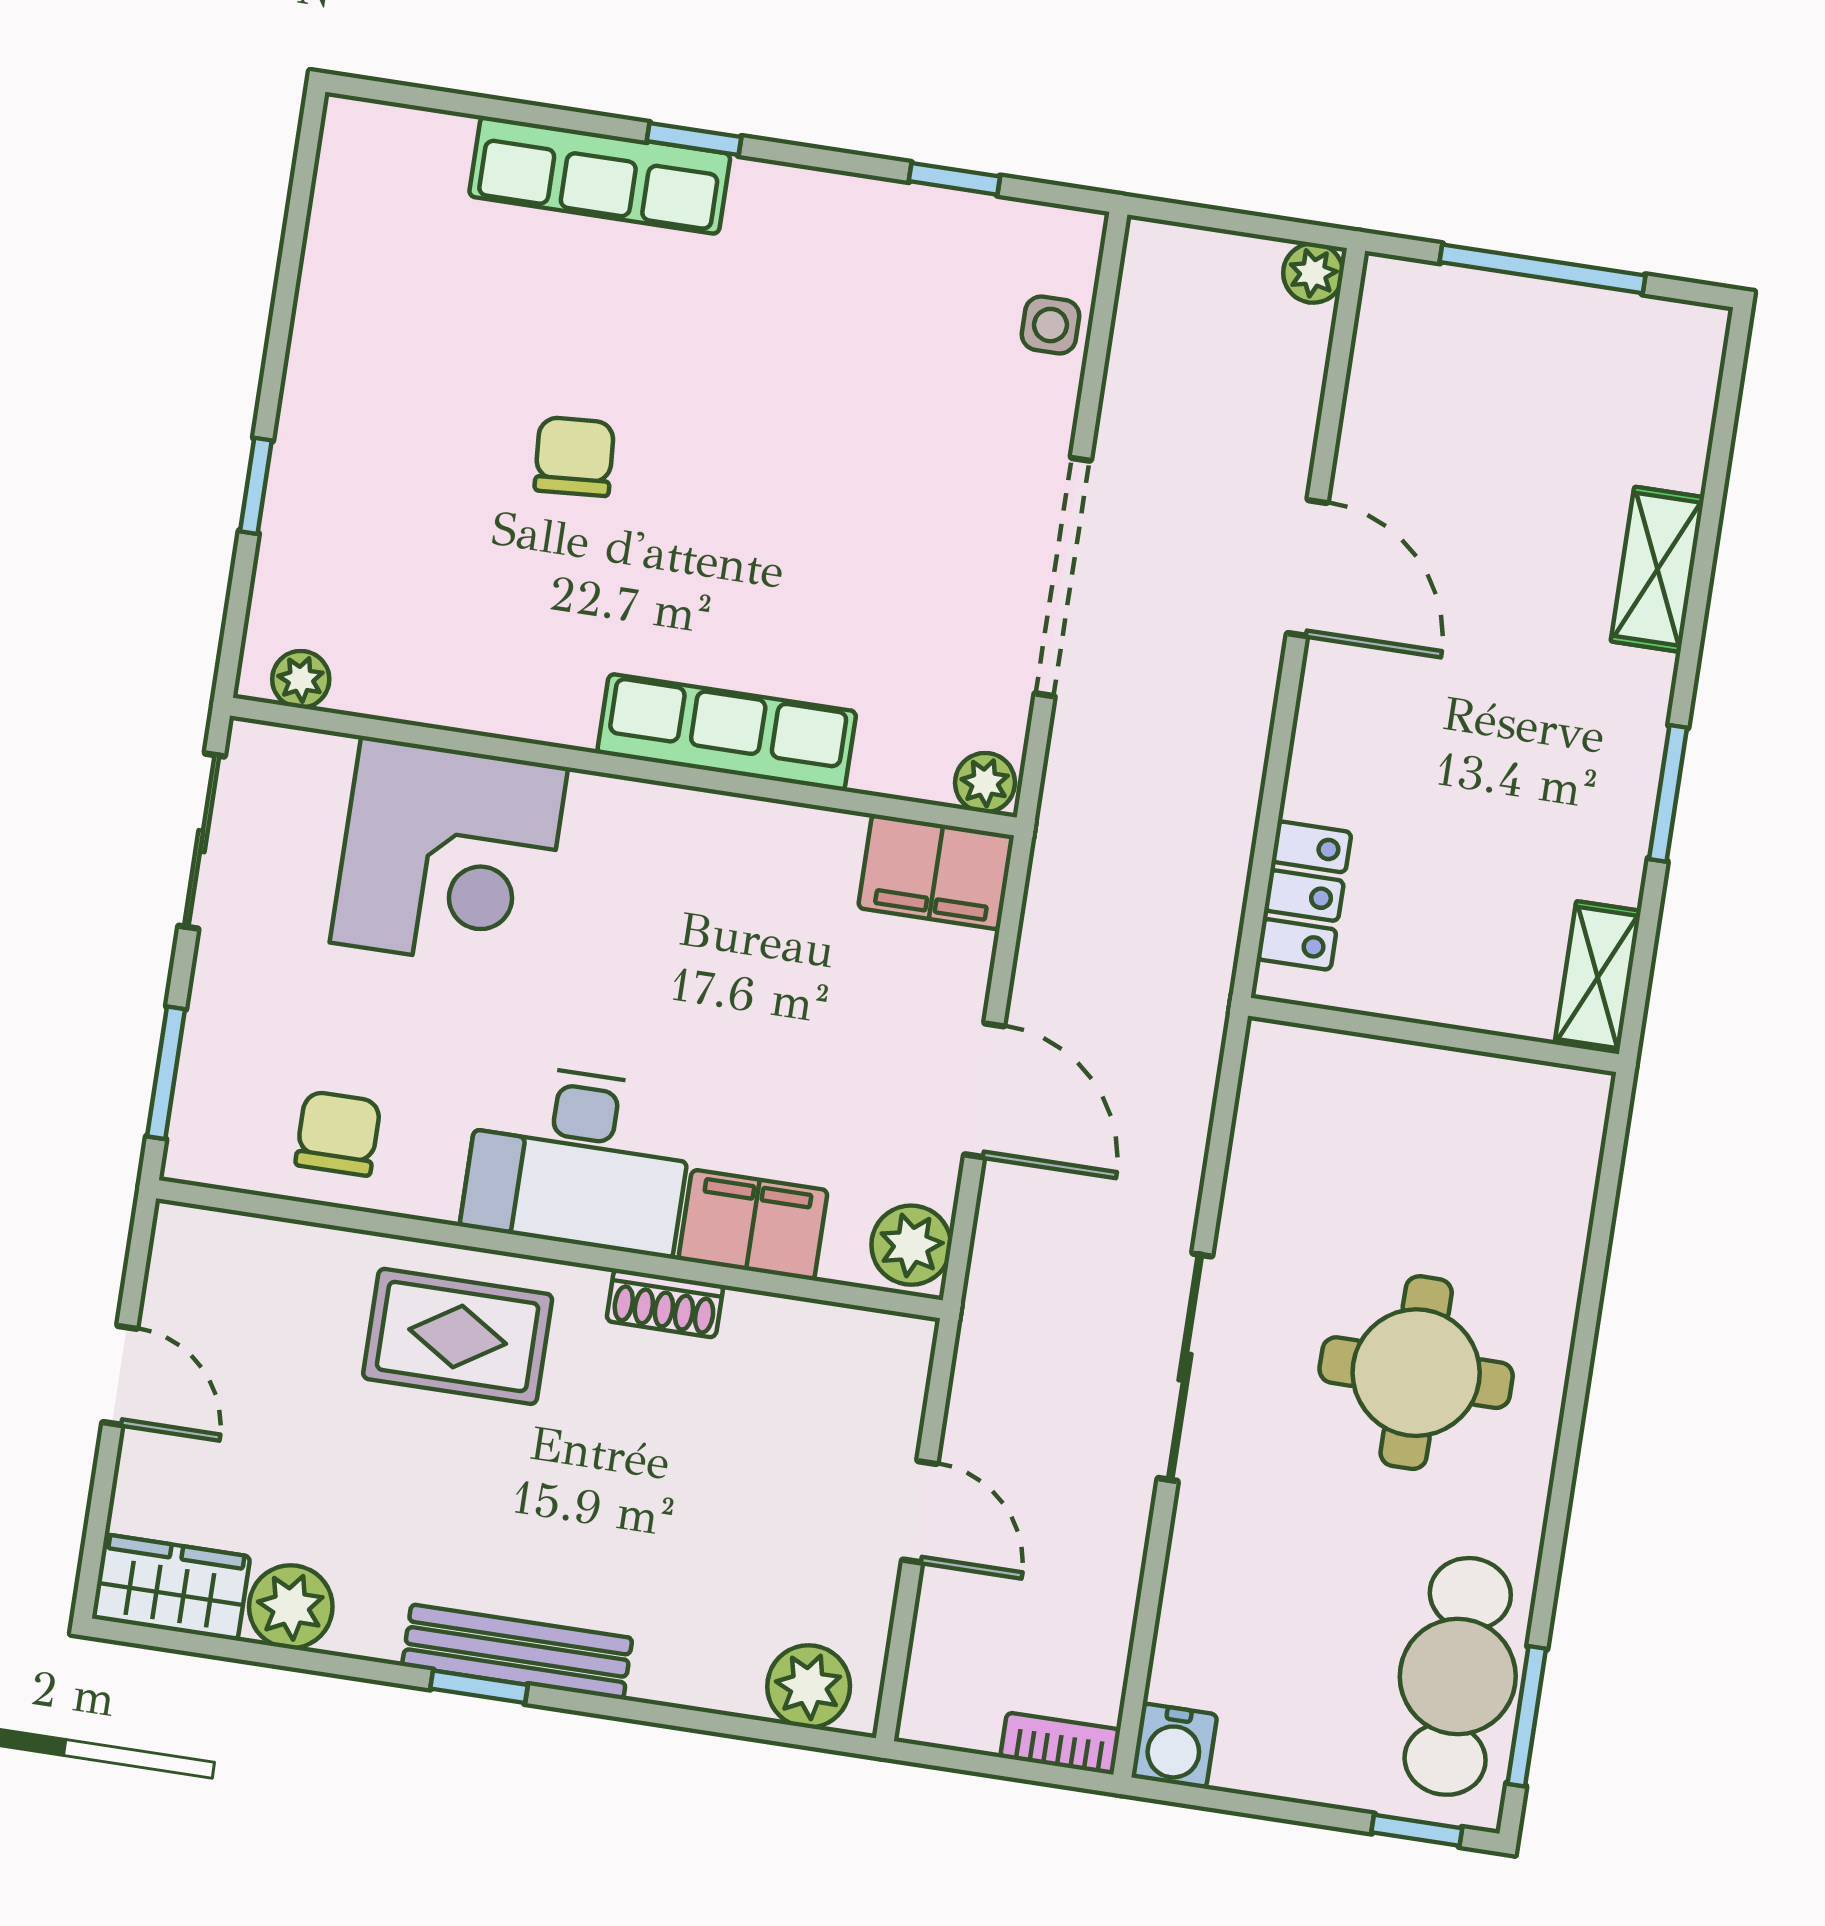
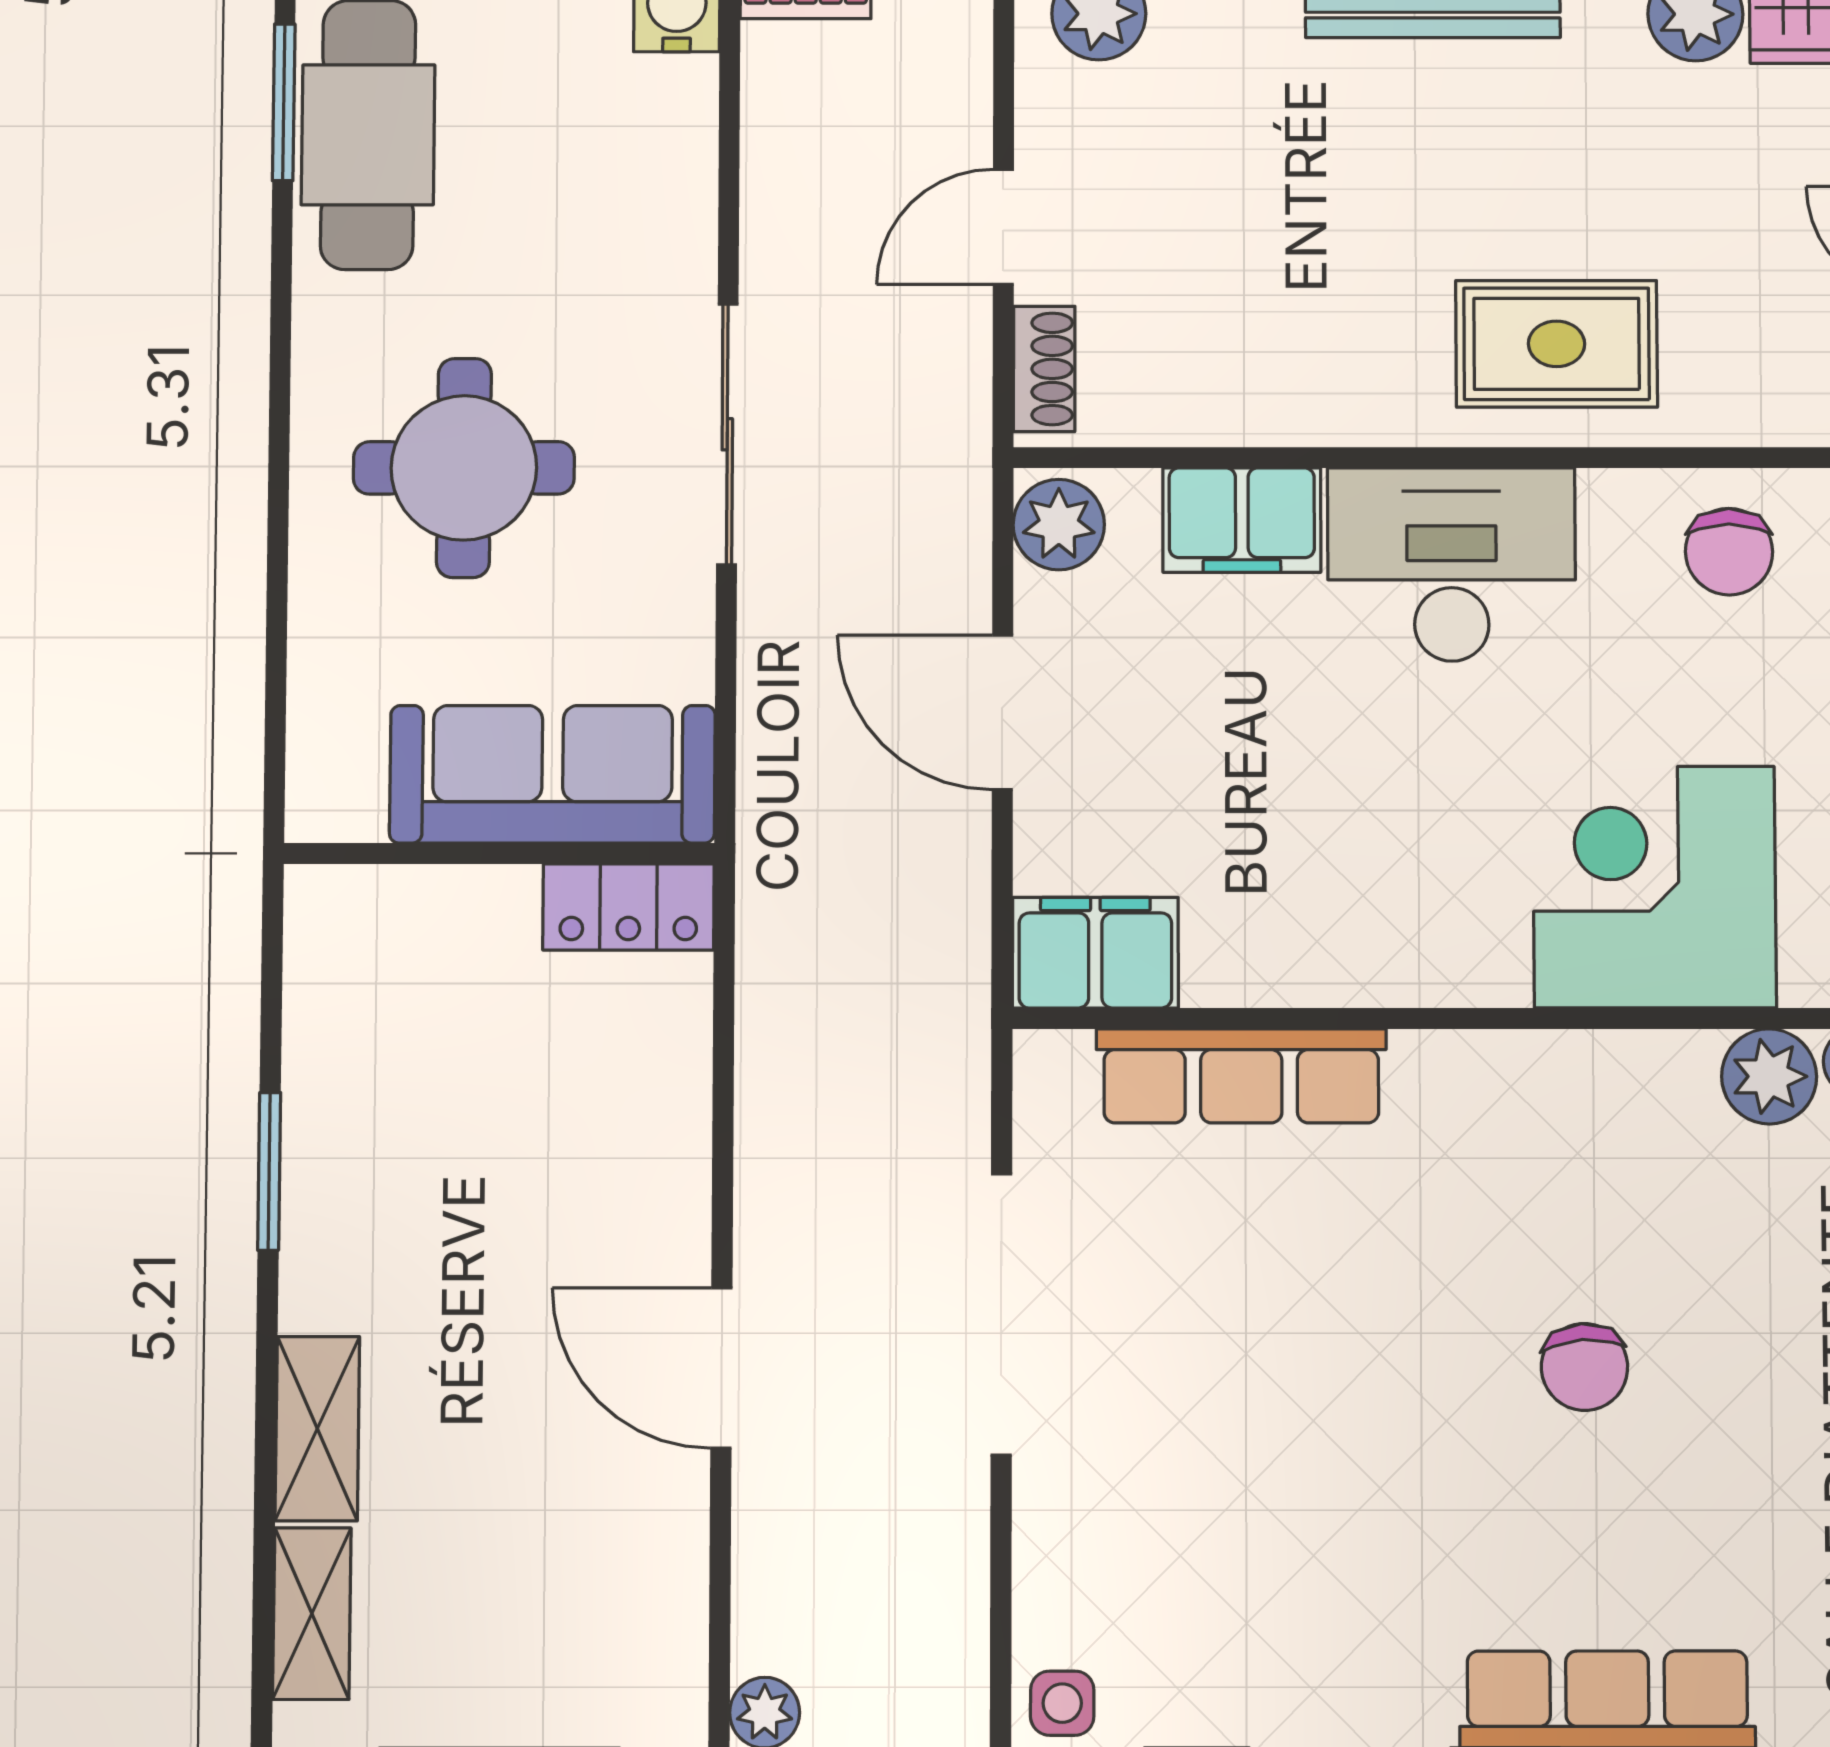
side table: (1050, 325) -> (1062, 1703), moved
row of seats: (727, 732) -> (1241, 1076), moved
plant: (985, 783) -> (1769, 1076), moved, width x1.38, depth x1.38
locker: (1304, 896) -> (628, 907), moved, turned -90
shelving: (1598, 977) -> (312, 1614), moved
sofa: (1378, 1096) -> (552, 774), added
shoe rack: (665, 1303) -> (1044, 369), moved, turned 90
door: (920, 1512) -> (1003, 227), hinge flipped

